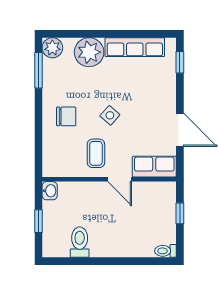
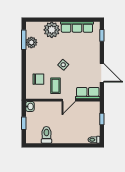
plant: (52, 48) -> (31, 42), moved
chair: (66, 116) -> (38, 79), moved
door: (120, 179) -> (69, 100), hinge flipped

